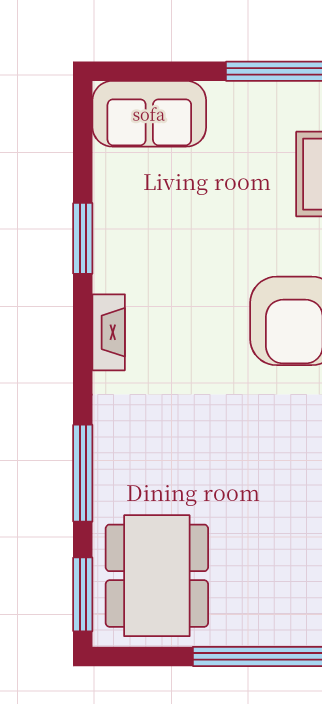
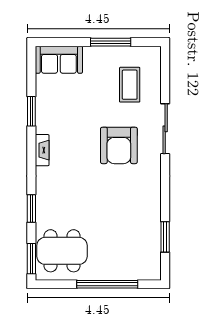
window: (83, 473) -> (31, 208), width x0.69
dining table: (157, 576) -> (62, 251), turned 90

